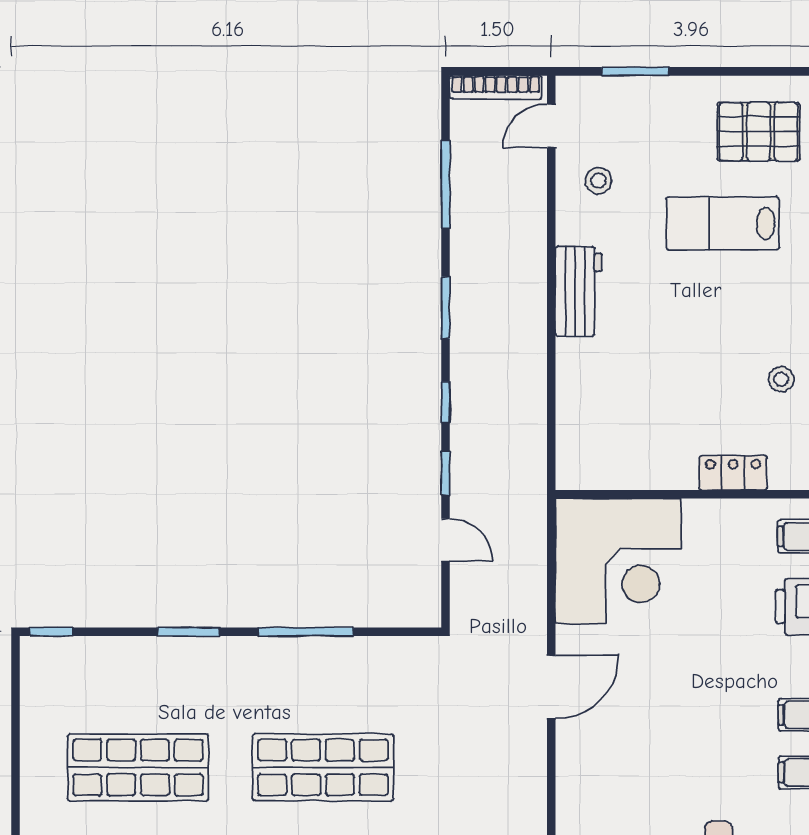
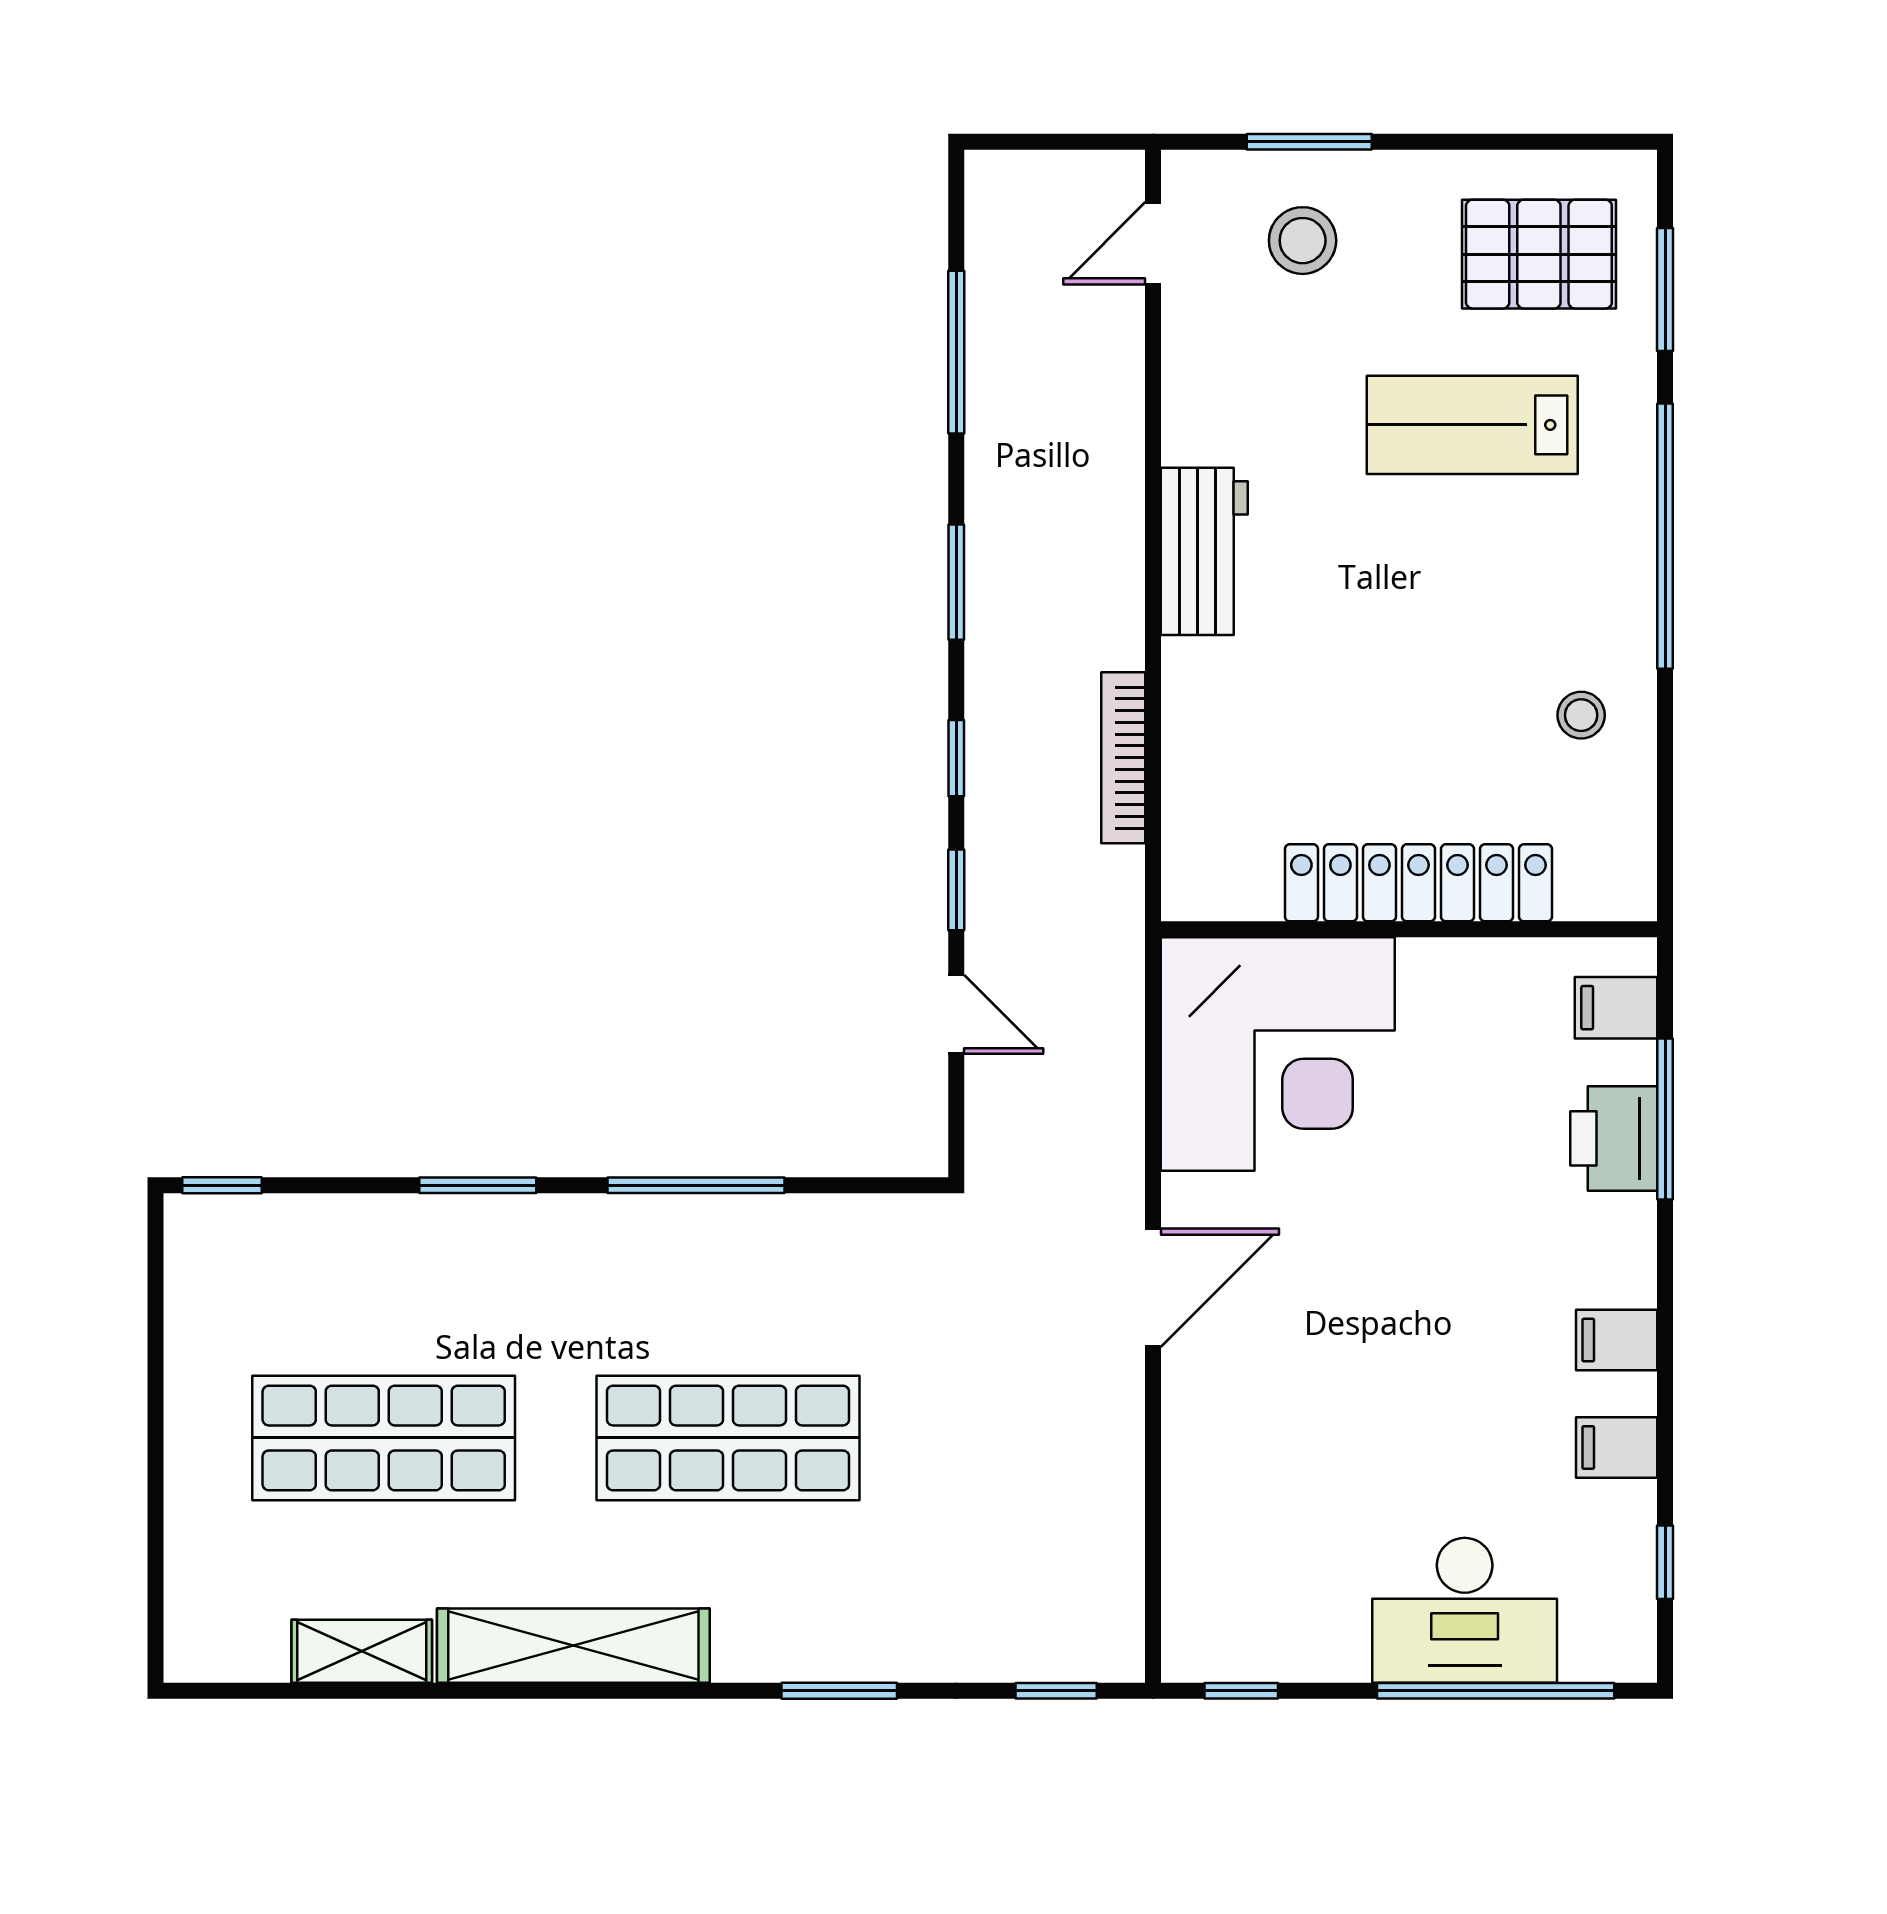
bookcase: (496, 87) -> (1123, 758), moved, turned 90
stool: (598, 181) -> (1303, 241), moved, width x1.37, depth x1.37
locker: (733, 473) -> (1418, 883), width x2.16, depth x1.21

